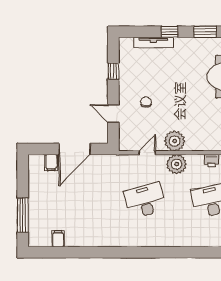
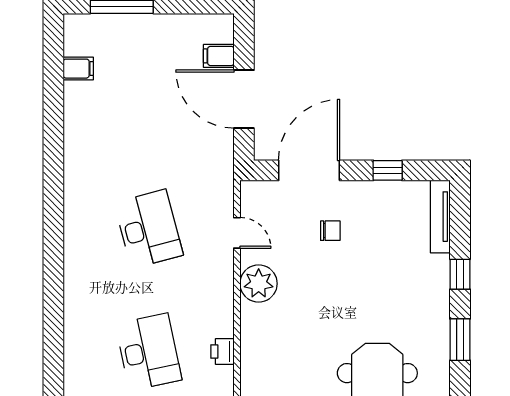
tv unit: (154, 42) -> (440, 217), moved
door: (113, 114) -> (309, 170), width x1.88
plant: (177, 164) -> (216, 287), removed

